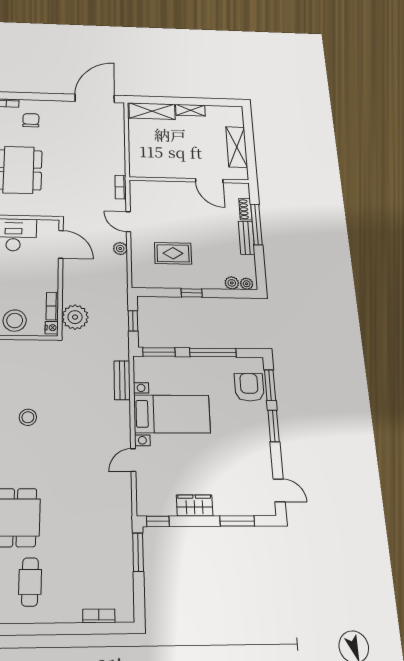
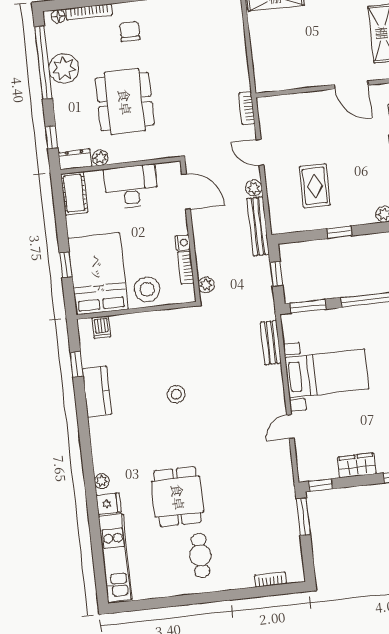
rug: (173, 253) -> (315, 186), turned 90
bench: (121, 280) -> (258, 226), added
plant: (75, 317) -> (206, 285), width x0.53, depth x0.53
nightstand: (52, 328) -> (183, 243), moved

